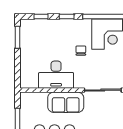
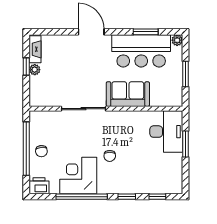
window: (17, 37) -> (186, 144), moved
desk: (56, 75) -> (166, 132), moved, turned 90

